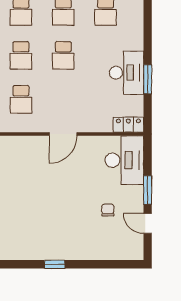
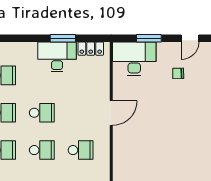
locker: (128, 125) -> (91, 49), moved, turned -90
door: (63, 134) -> (111, 113), hinge flipped
window: (148, 190) -> (149, 38), moved

